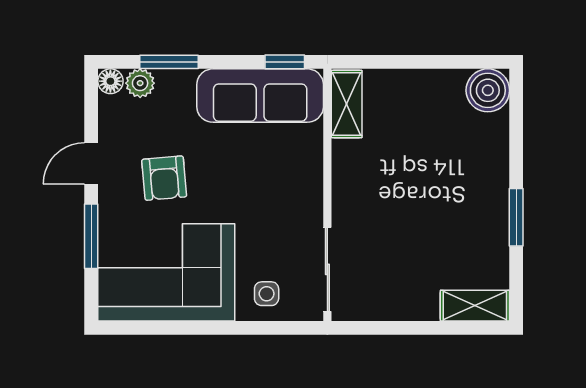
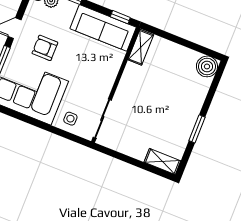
armchair: (164, 178) -> (45, 48), turned 95

